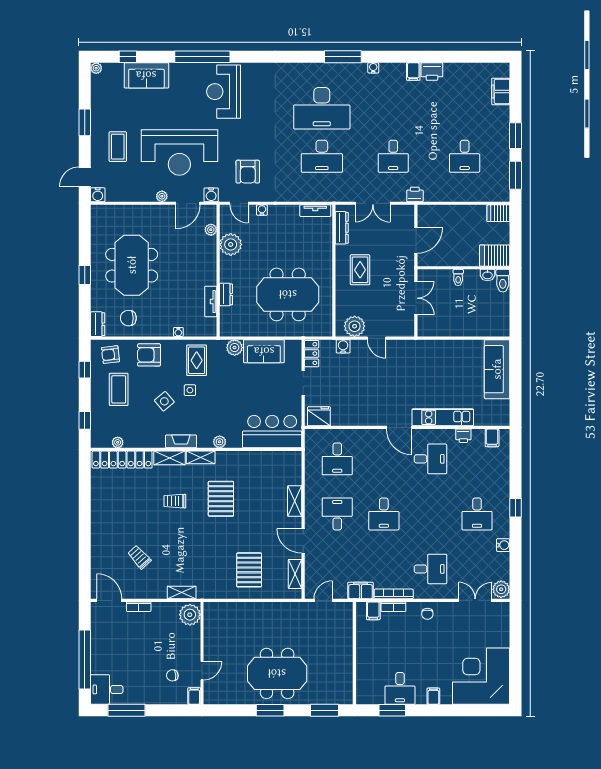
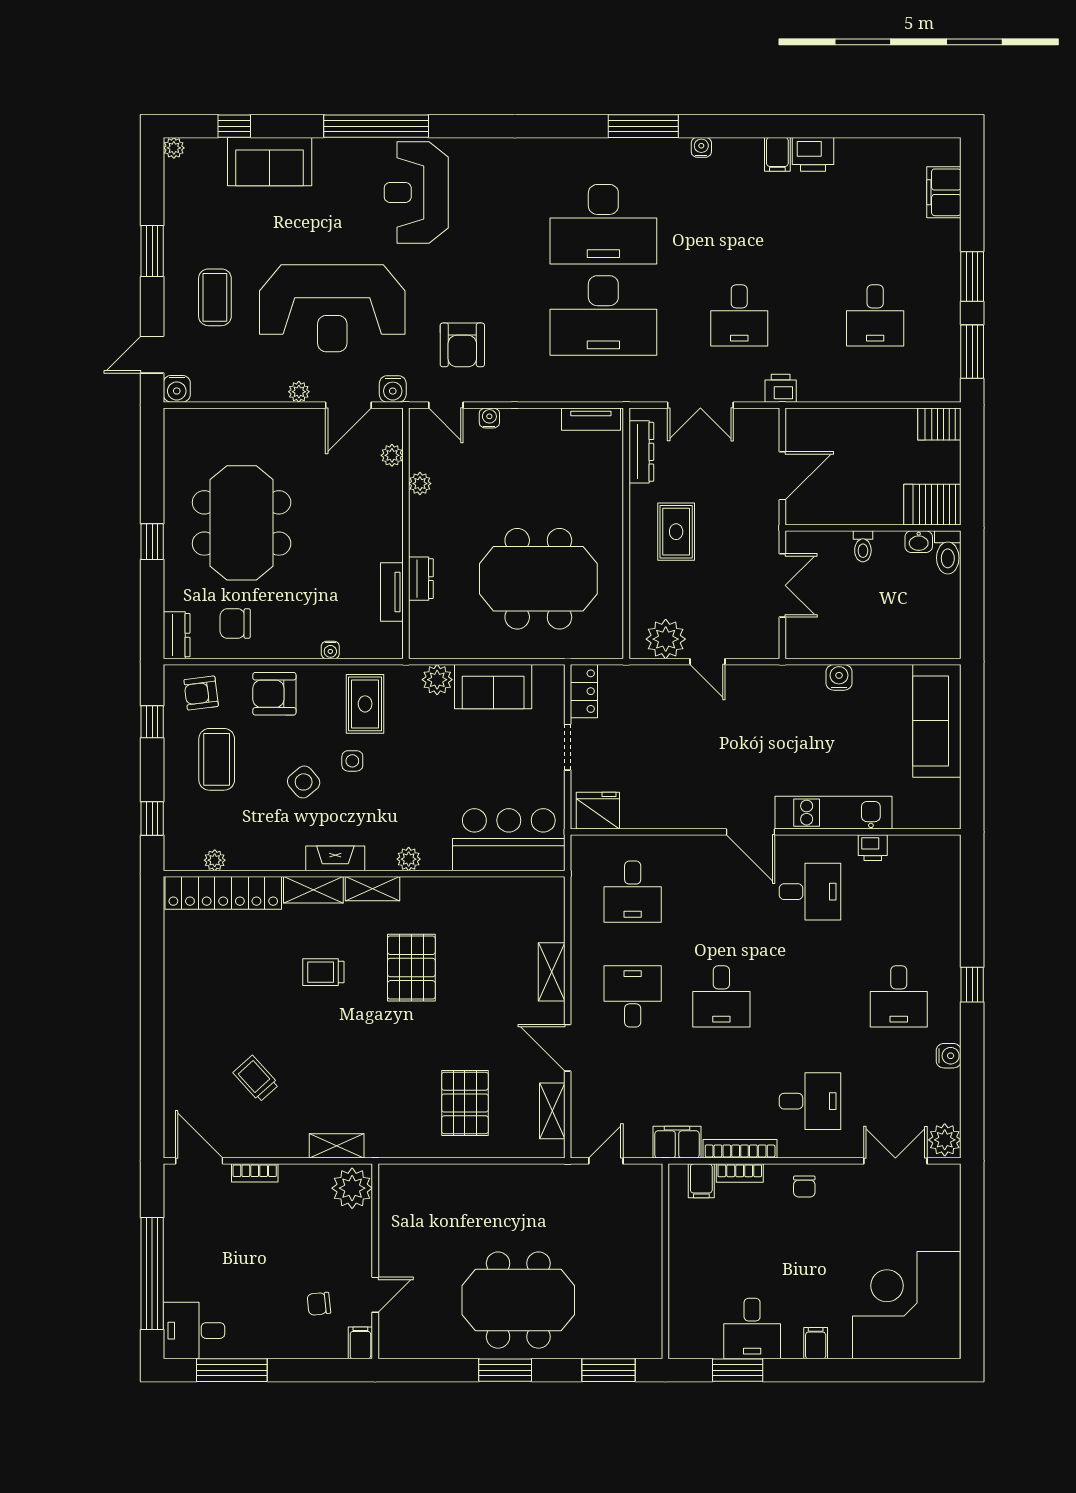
desk: (322, 156) -> (603, 315), width x1.36, depth x1.30
plant: (231, 244) -> (420, 484), width x0.53, depth x0.53
water cooler: (343, 346) -> (839, 677), moved
filing cabinet: (492, 438) -> (927, 852), removed

